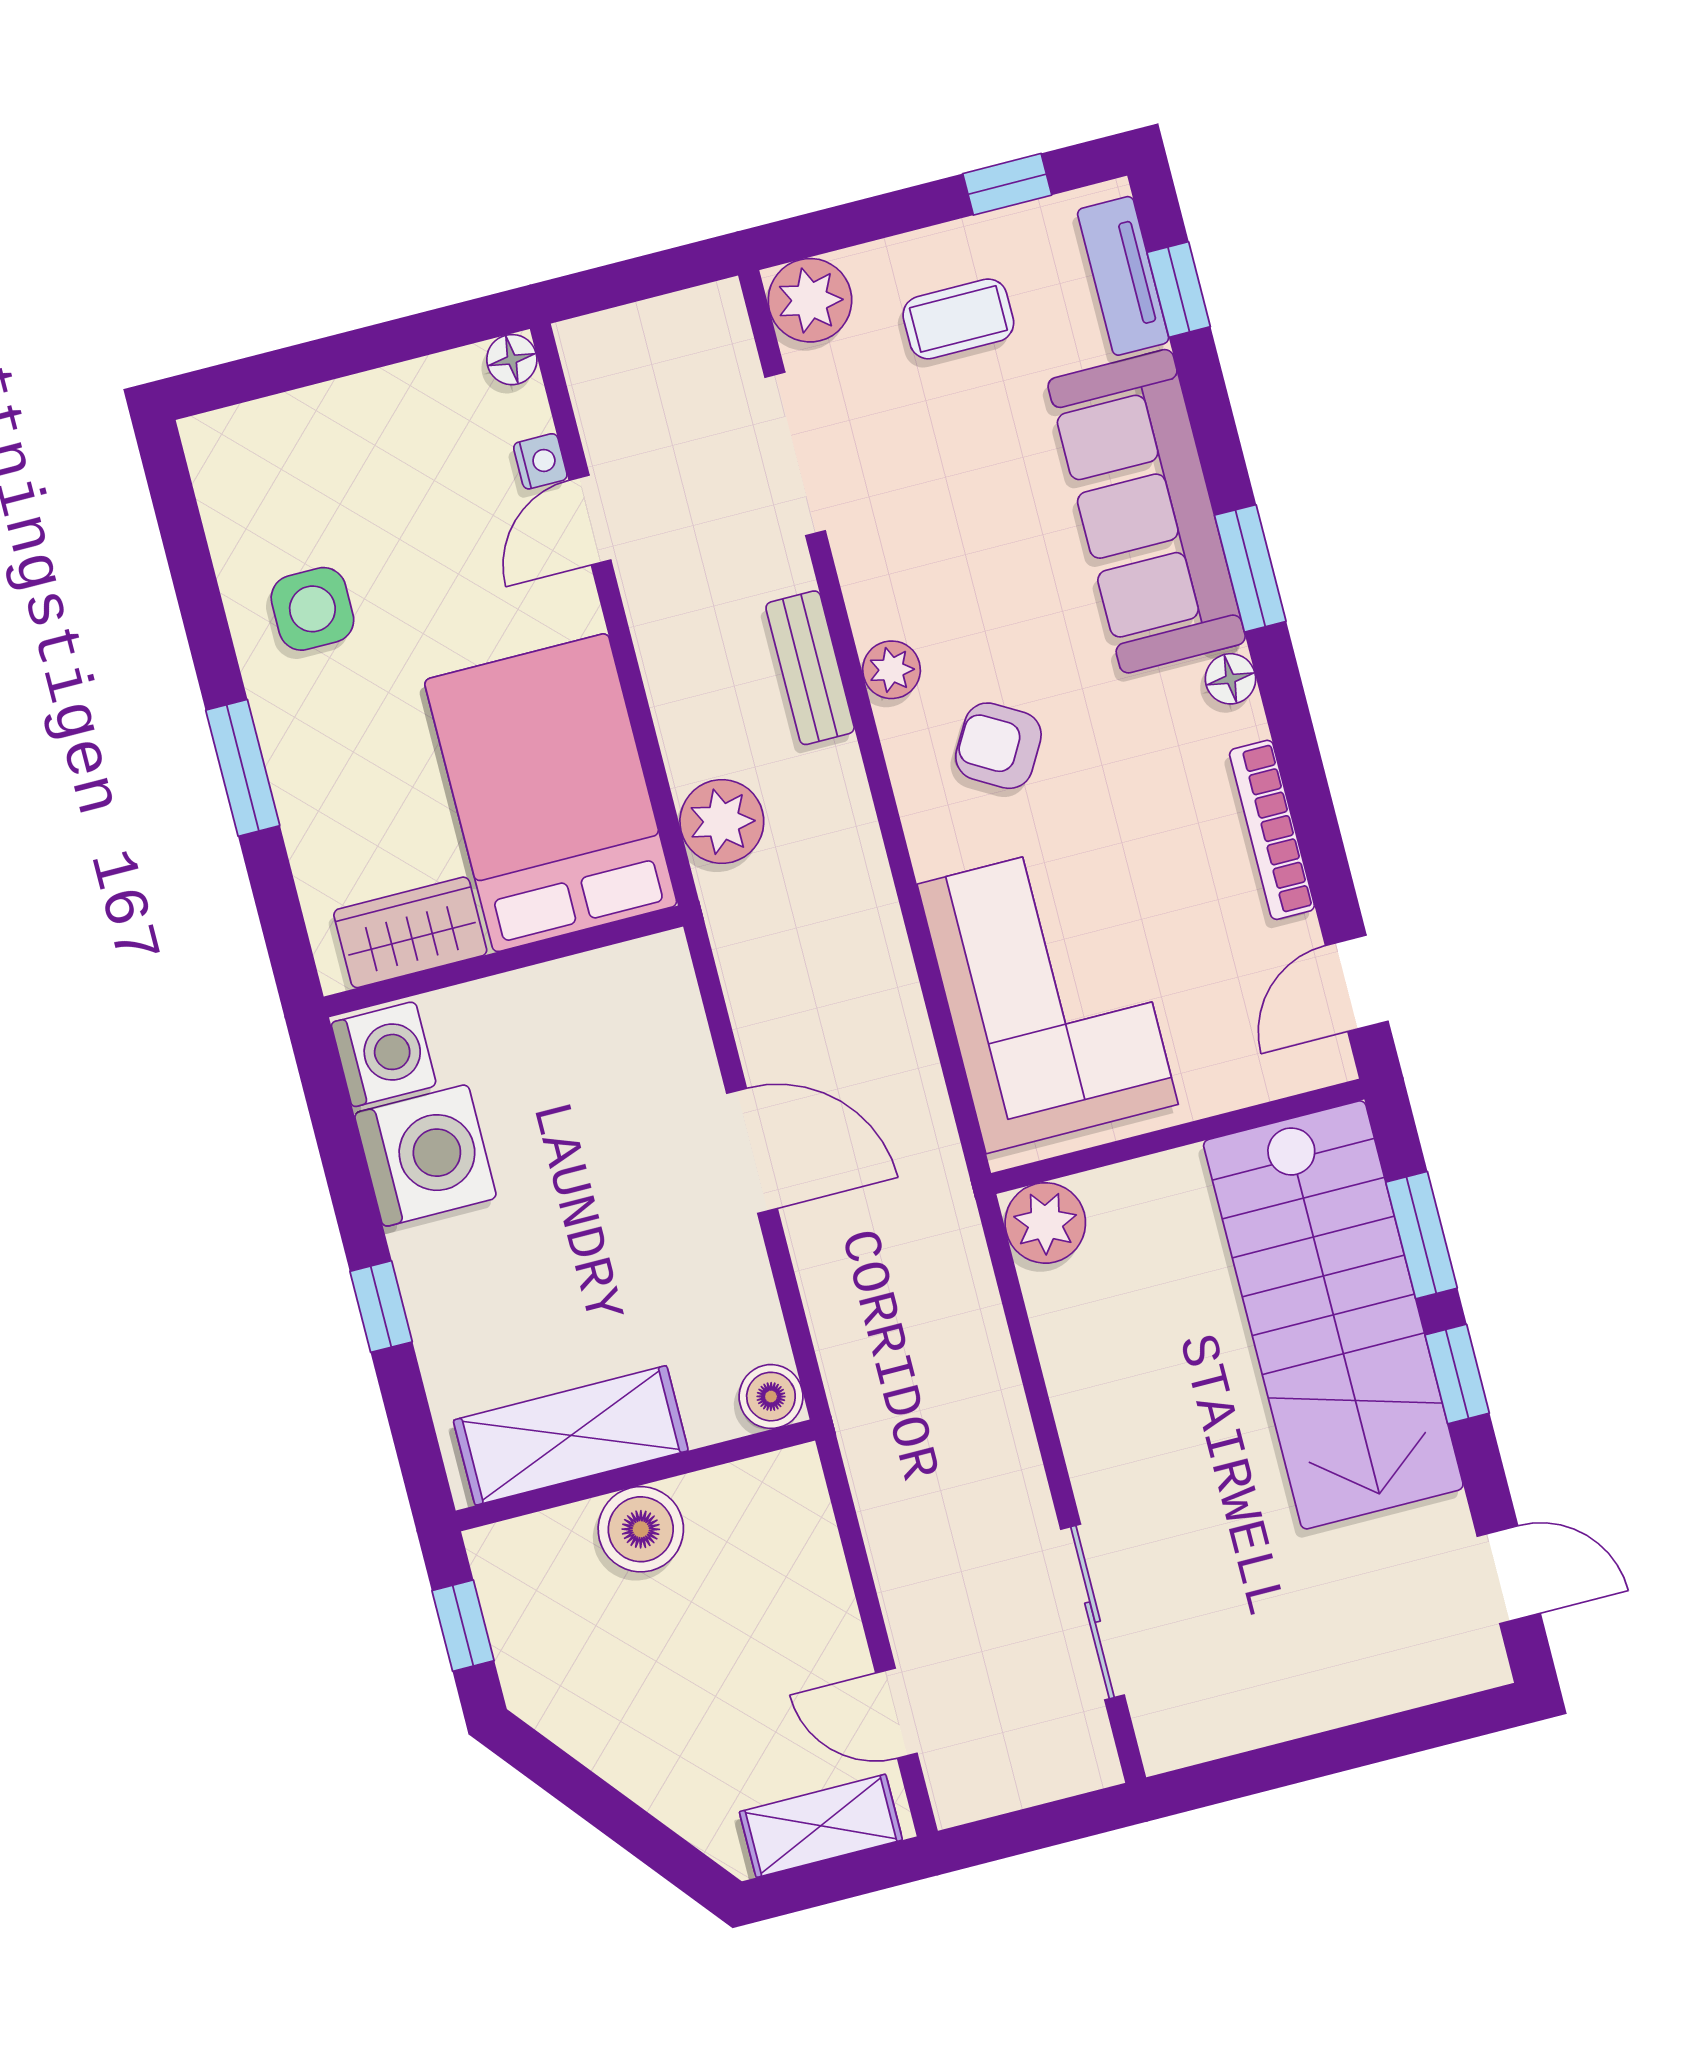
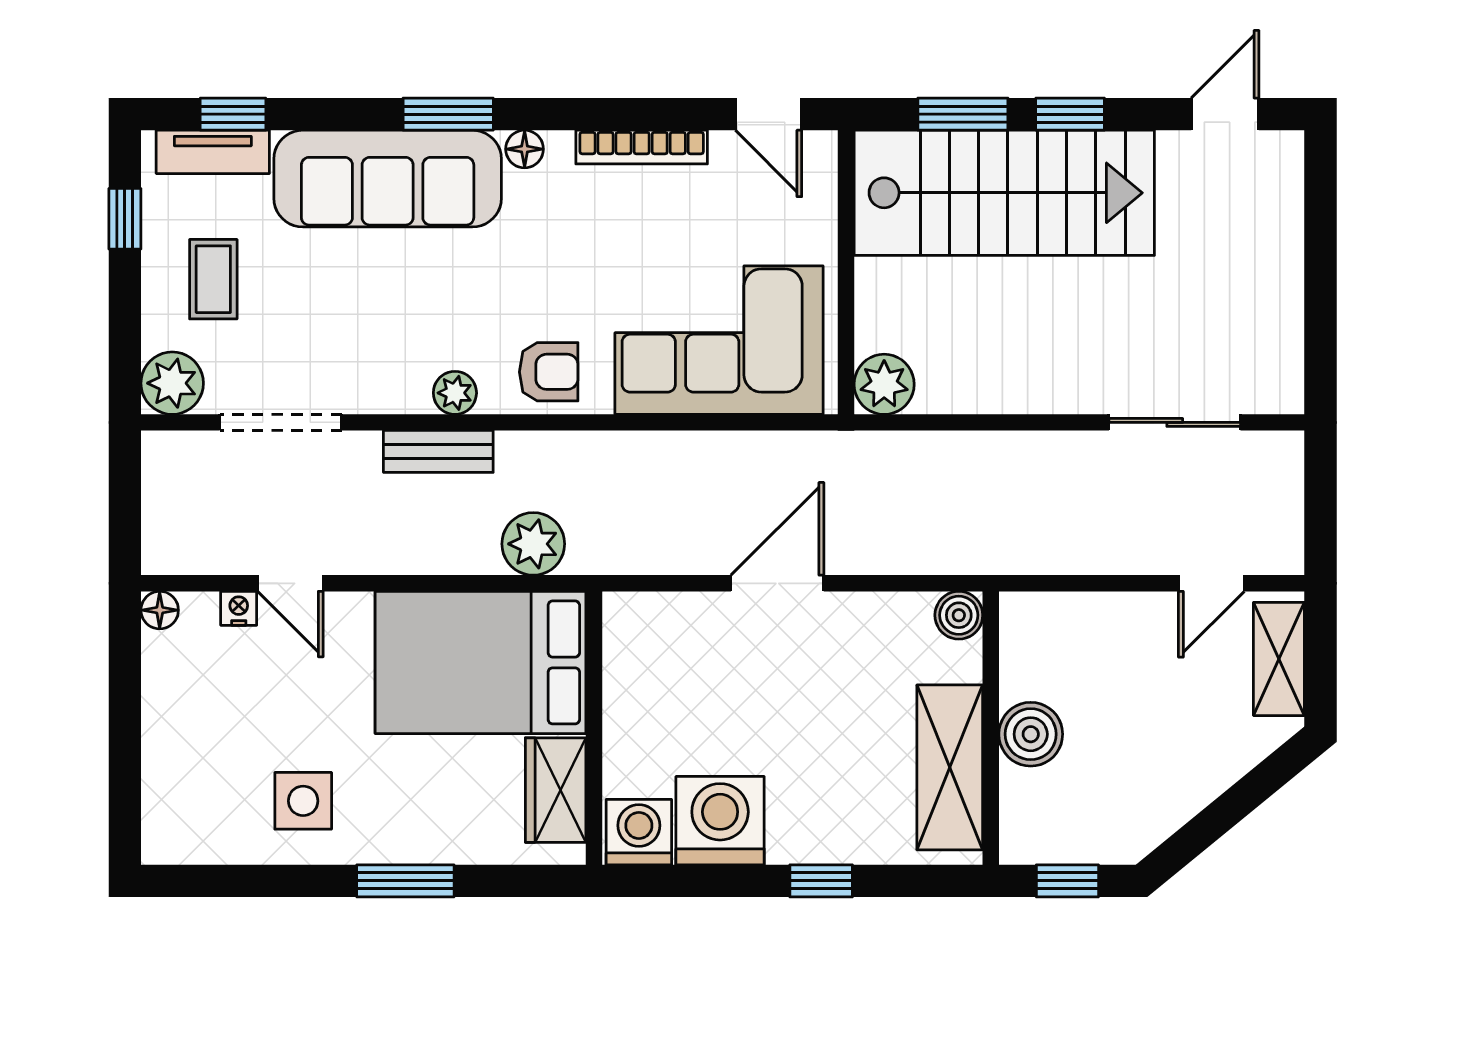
armchair: (998, 746) -> (549, 372), moved, turned -120

